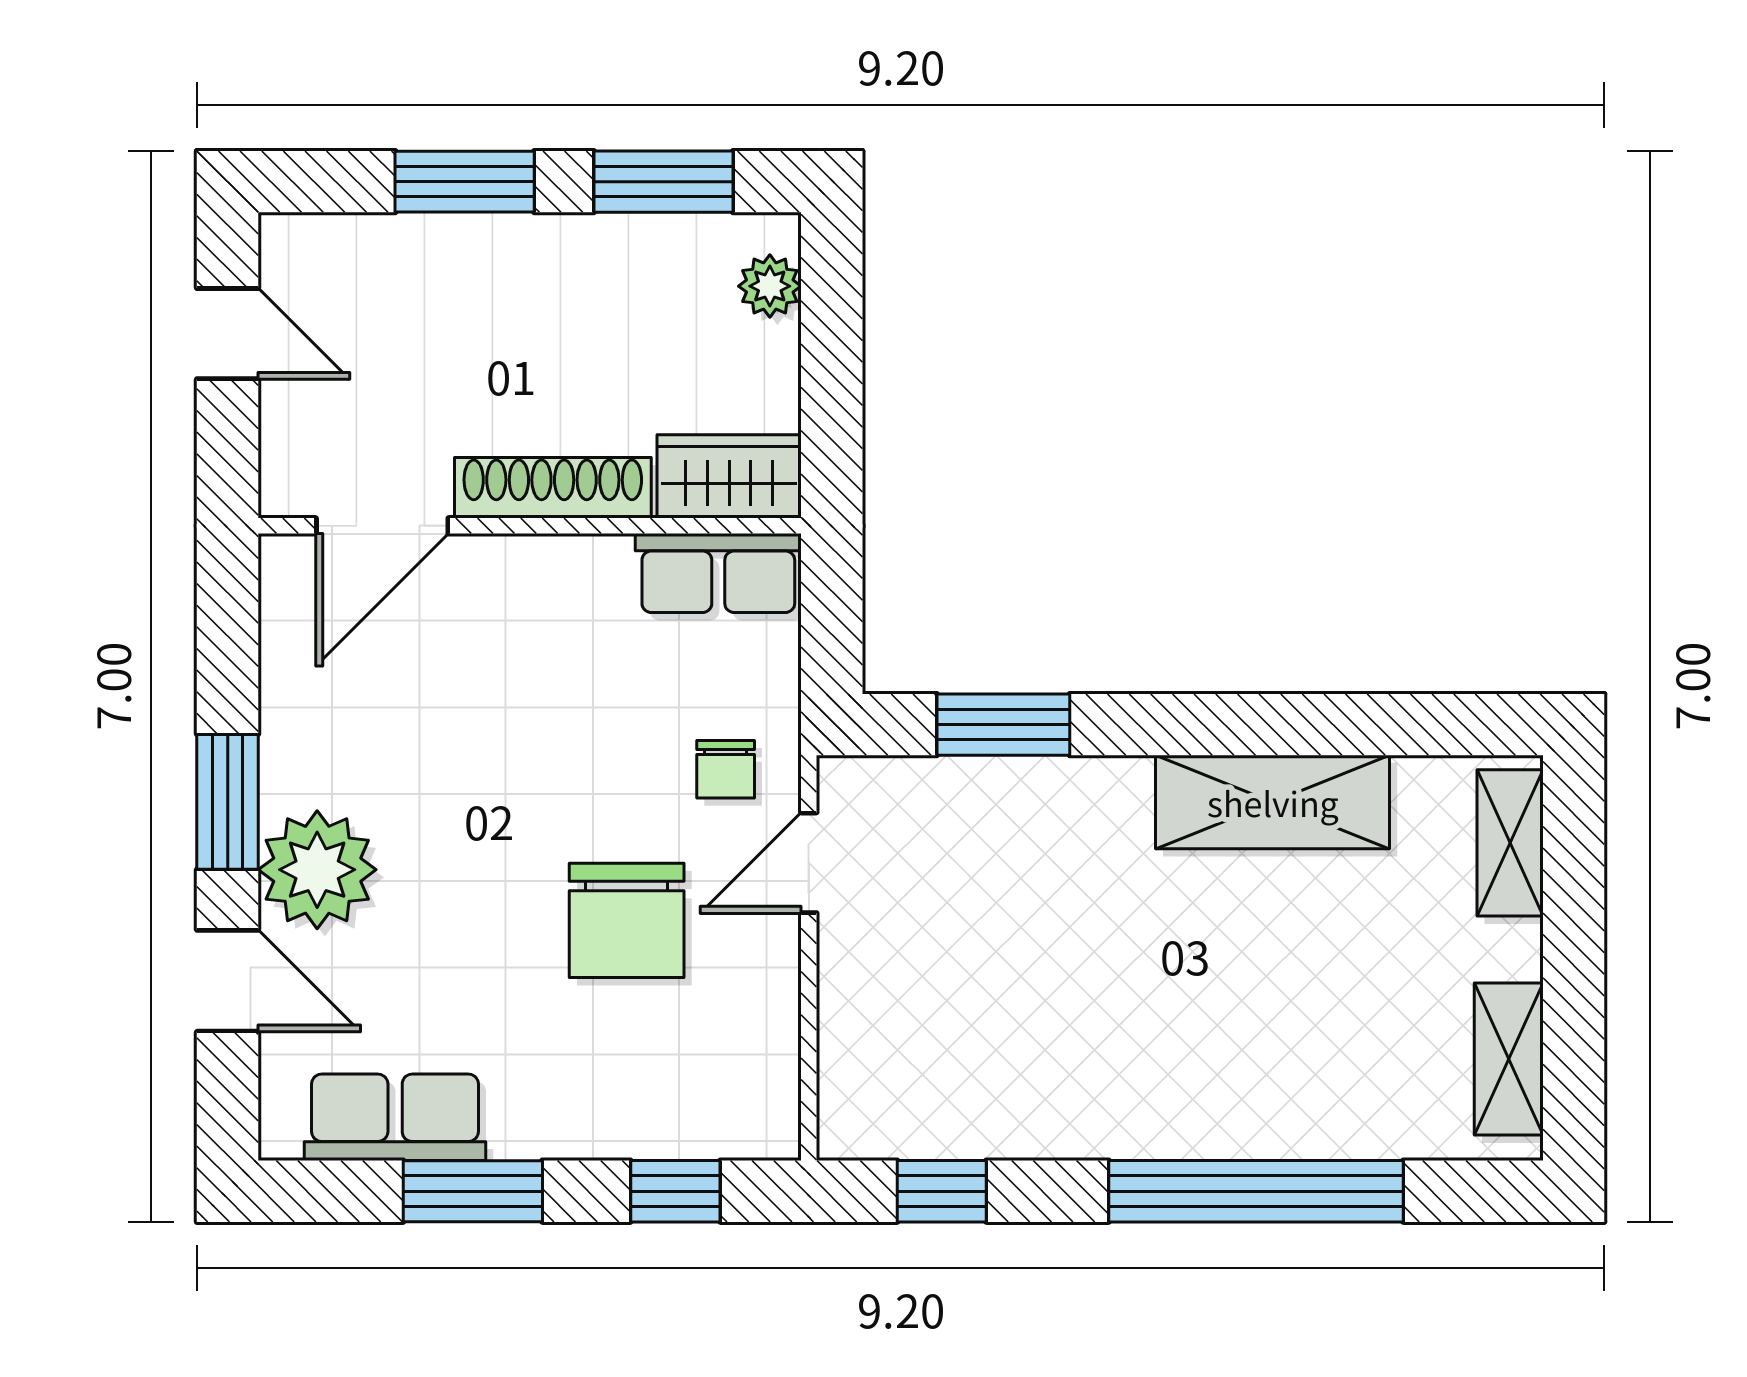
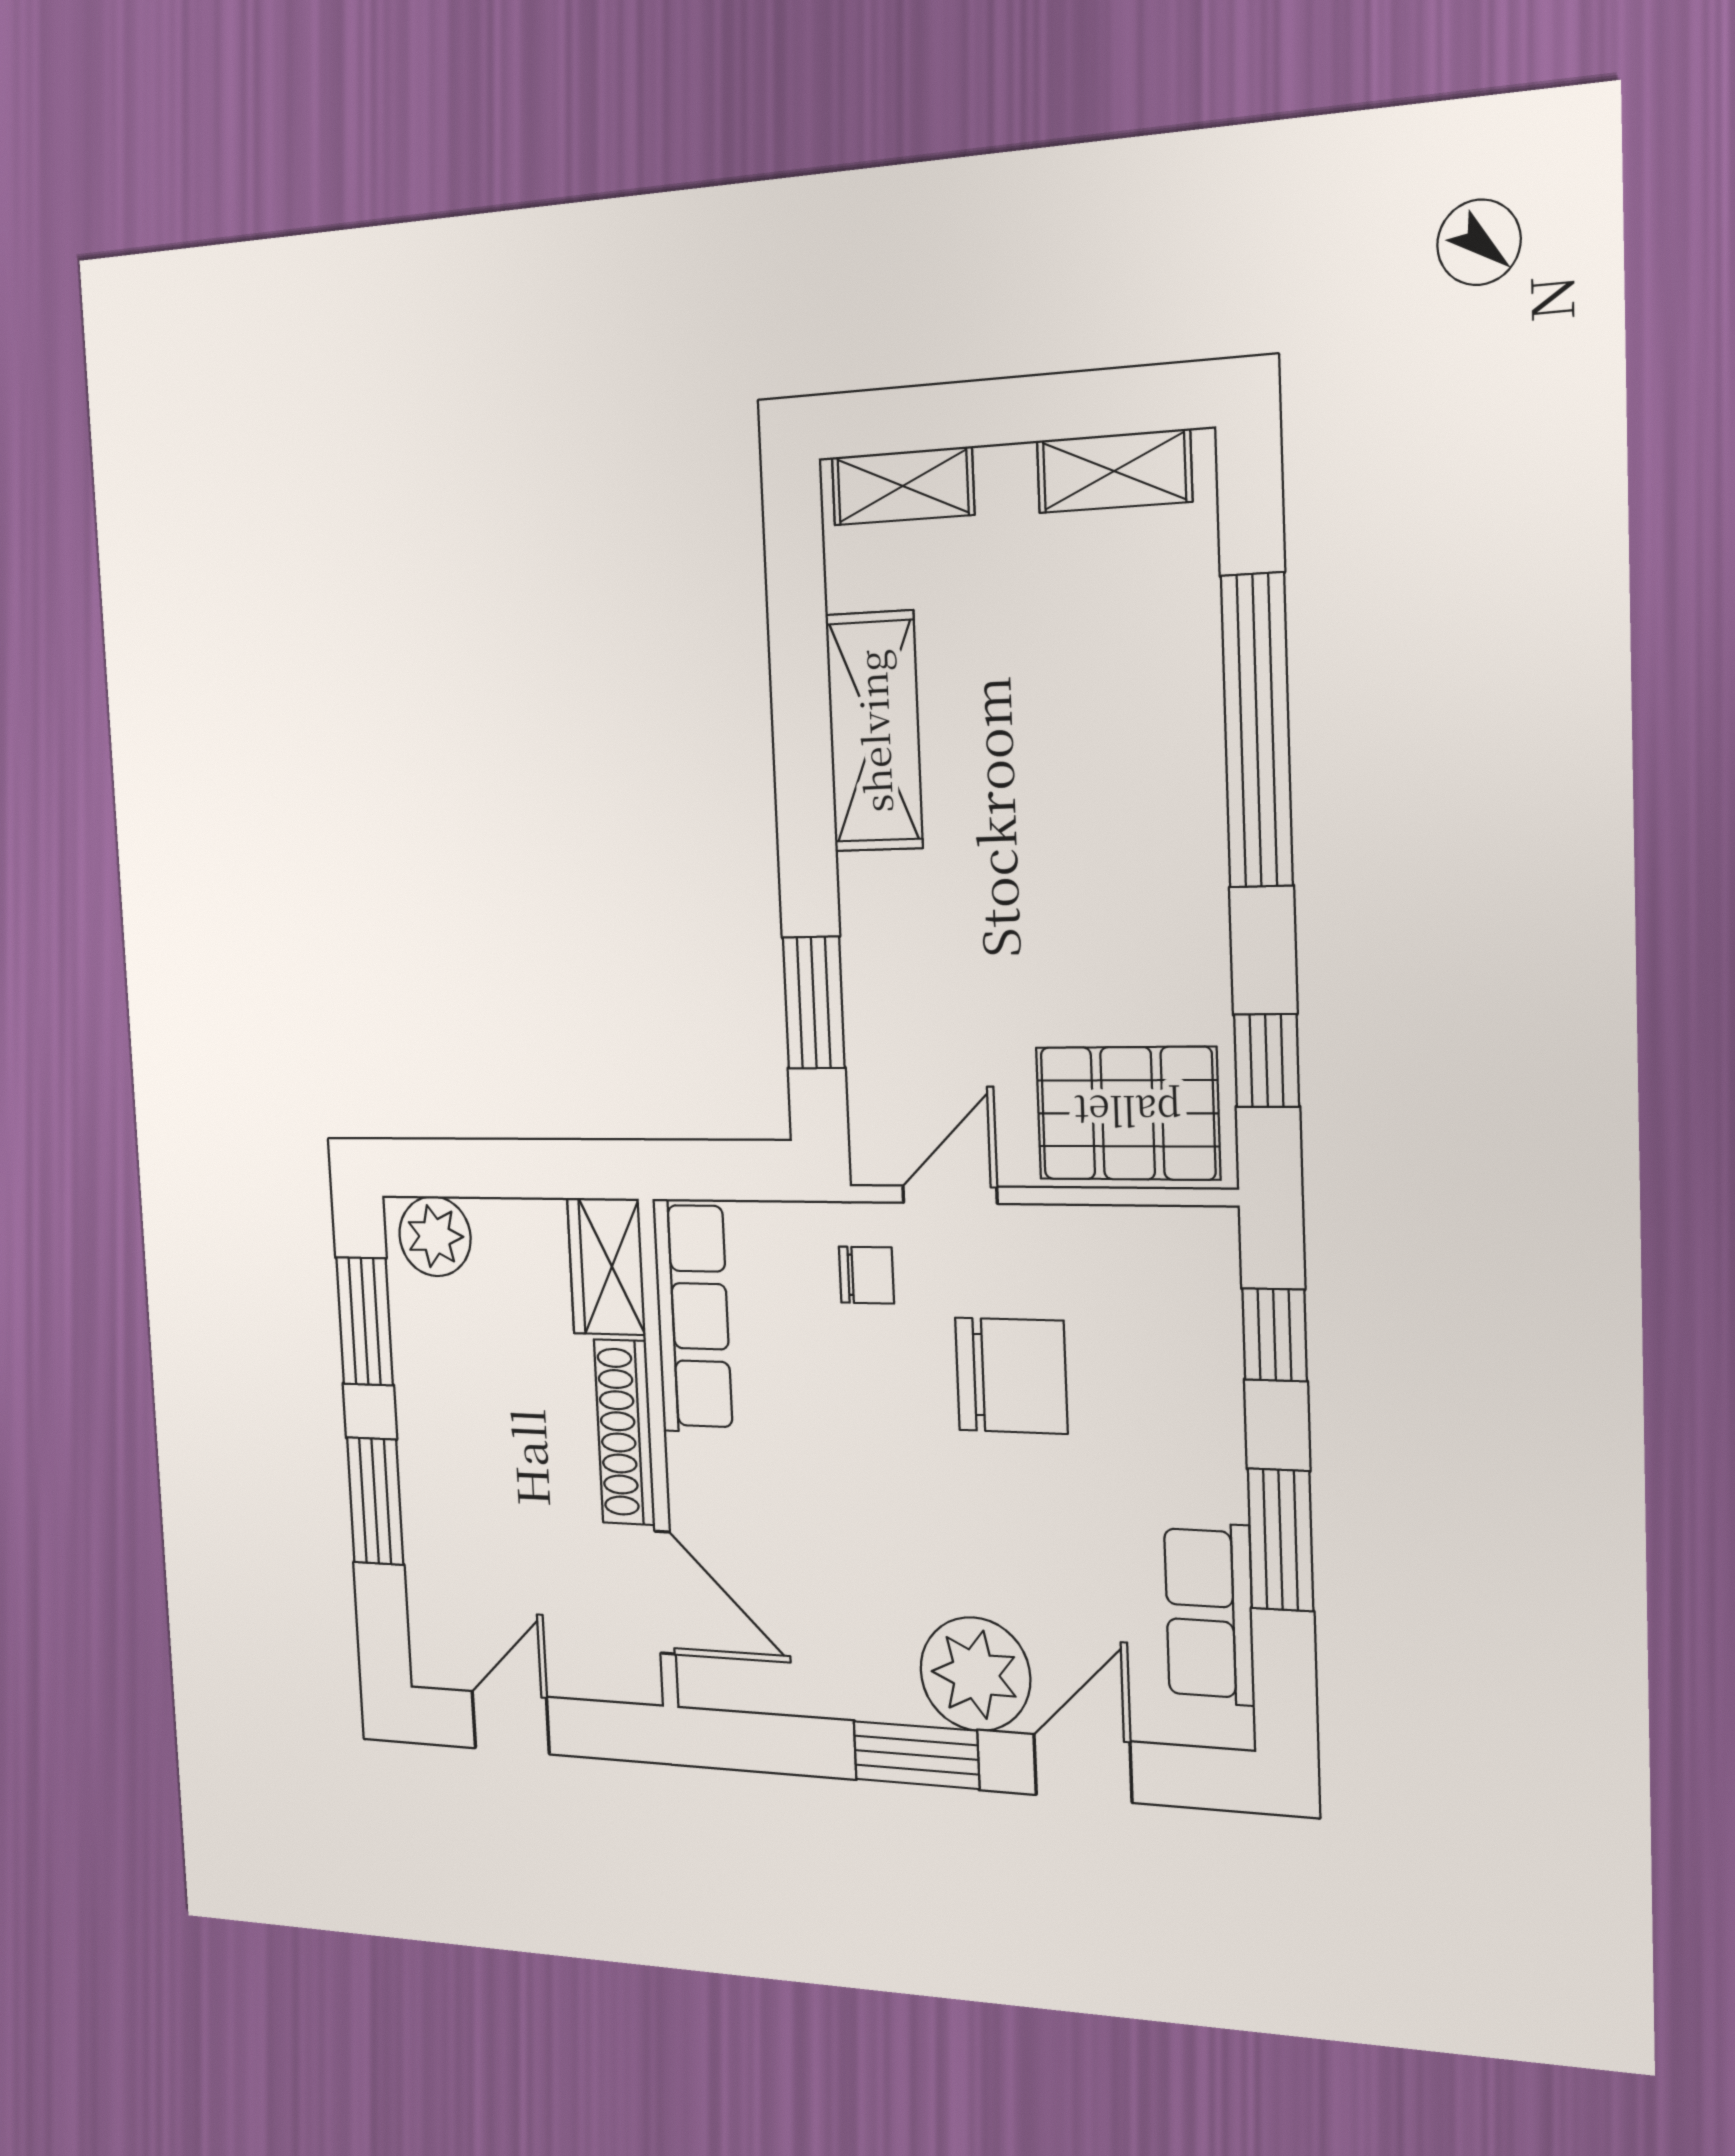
plant: (770, 286) -> (435, 1236), width x1.38, depth x1.38
row of seats: (718, 573) -> (692, 1316), width x1.48
door: (809, 863) -> (950, 1195), swing flipped
pallet: (891, 1051) -> (1128, 1113), added

